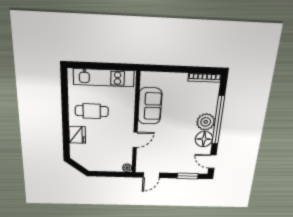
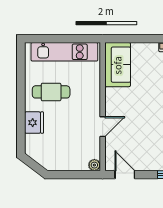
sofa: (150, 106) -> (118, 65), moved
door: (151, 175) -> (125, 175), swing flipped

